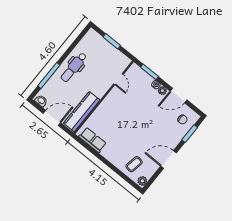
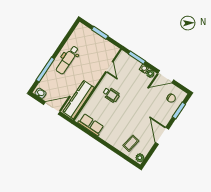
wheelchair: (118, 109) -> (111, 95), added
door: (169, 160) -> (162, 136), hinge flipped

